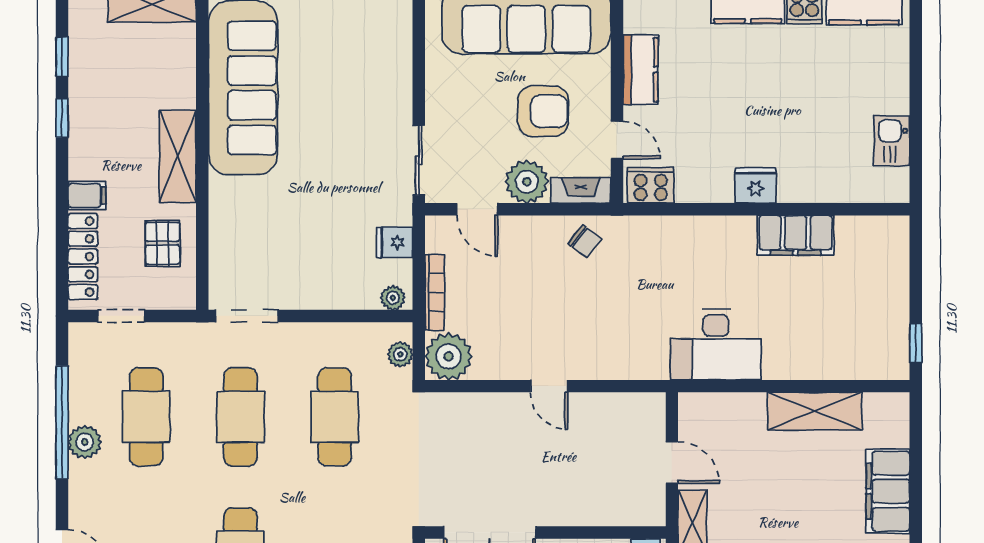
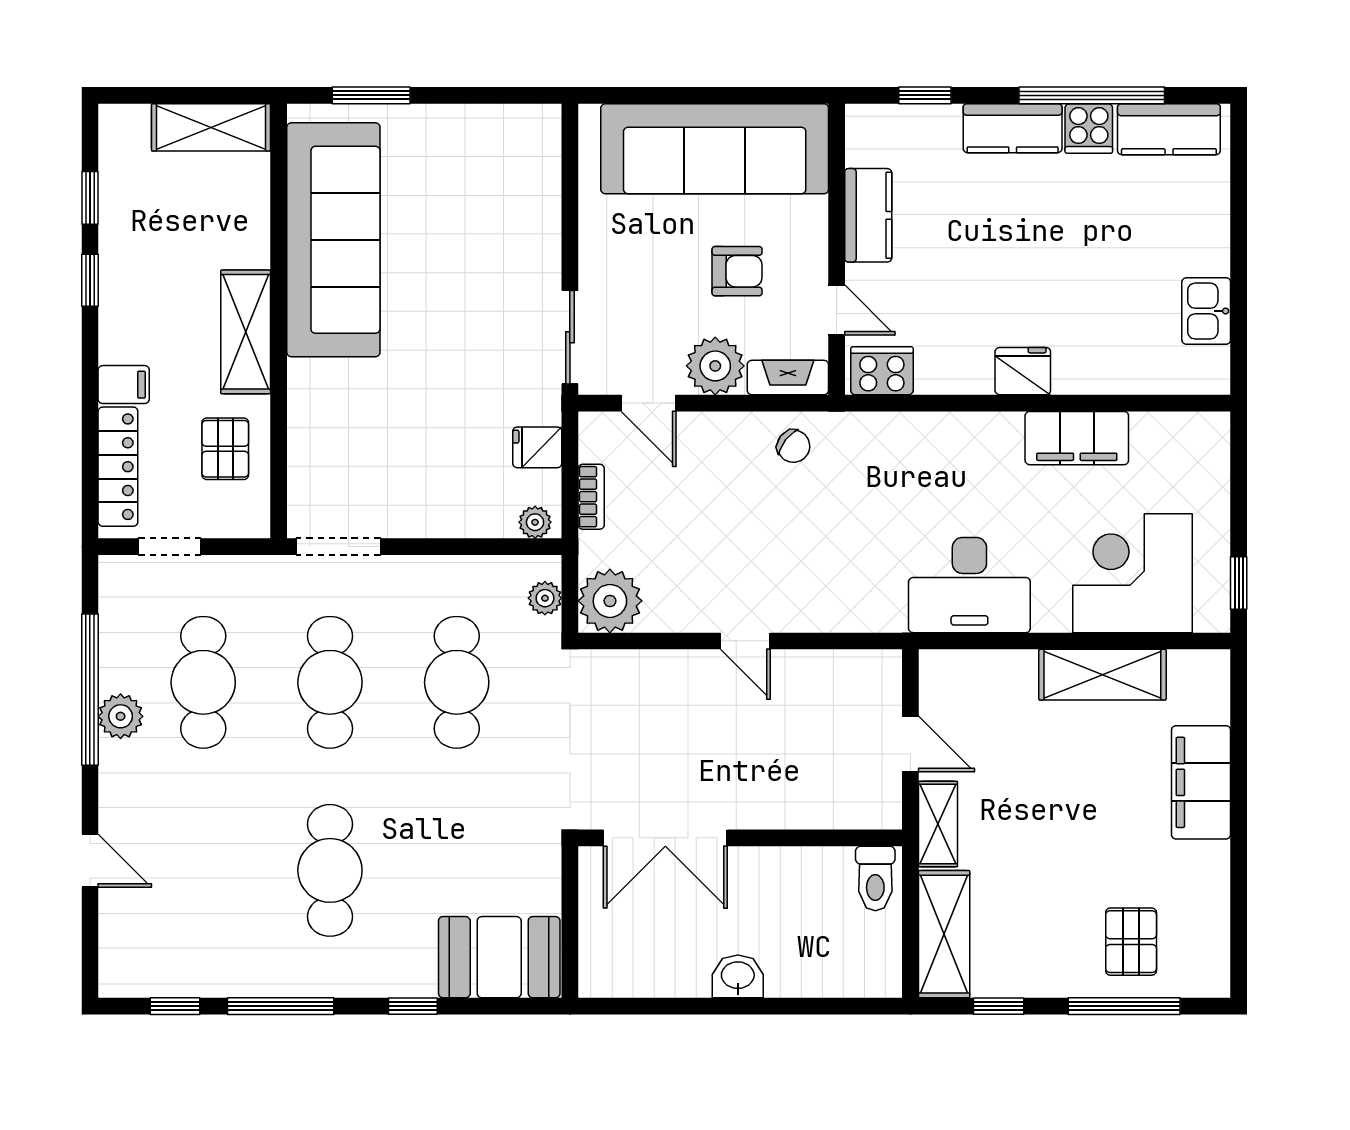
armchair: (543, 111) -> (737, 271), width x0.72, depth x0.72
bookcase: (435, 292) -> (591, 497), width x0.64
corner desk: (837, 336) -> (1132, 573), added

